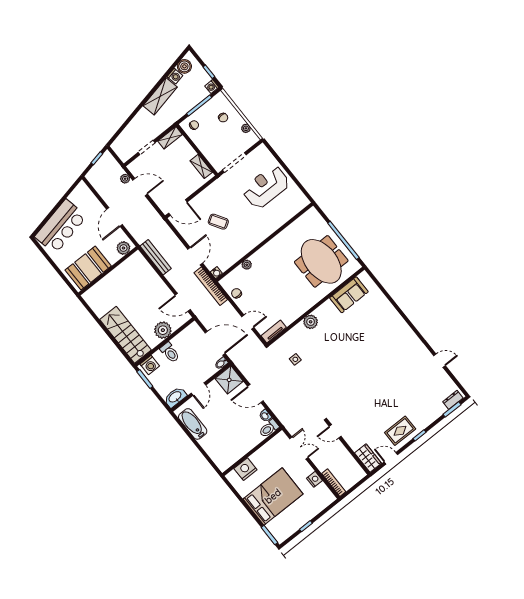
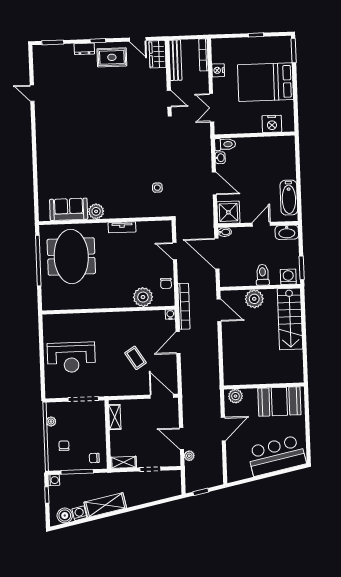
bench: (156, 257) -> (175, 60), moved
plant: (247, 265) -> (143, 297), width x1.87, depth x1.87
plant: (311, 322) -> (96, 211), moved
tv unit: (274, 331) -> (122, 227), moved
dresser: (453, 400) -> (84, 49), moved

